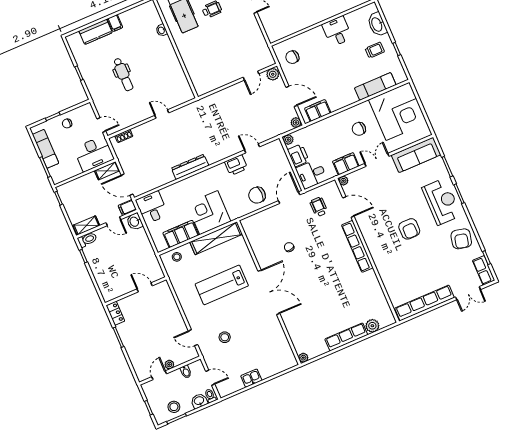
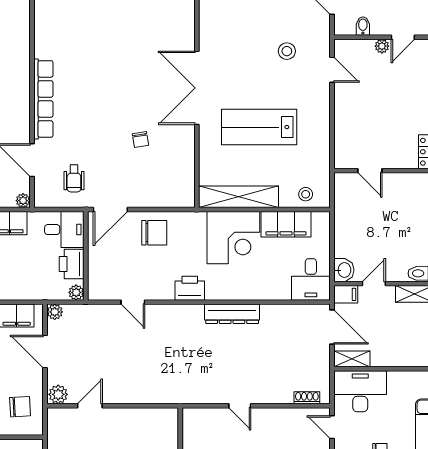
printer: (236, 165) -> (190, 288), moved
door: (113, 221) -> (374, 284), hinge flipped
lab bench: (222, 285) -> (259, 127), turned 180

